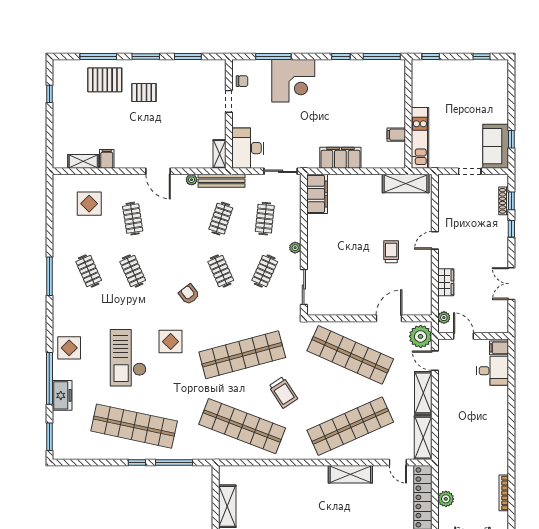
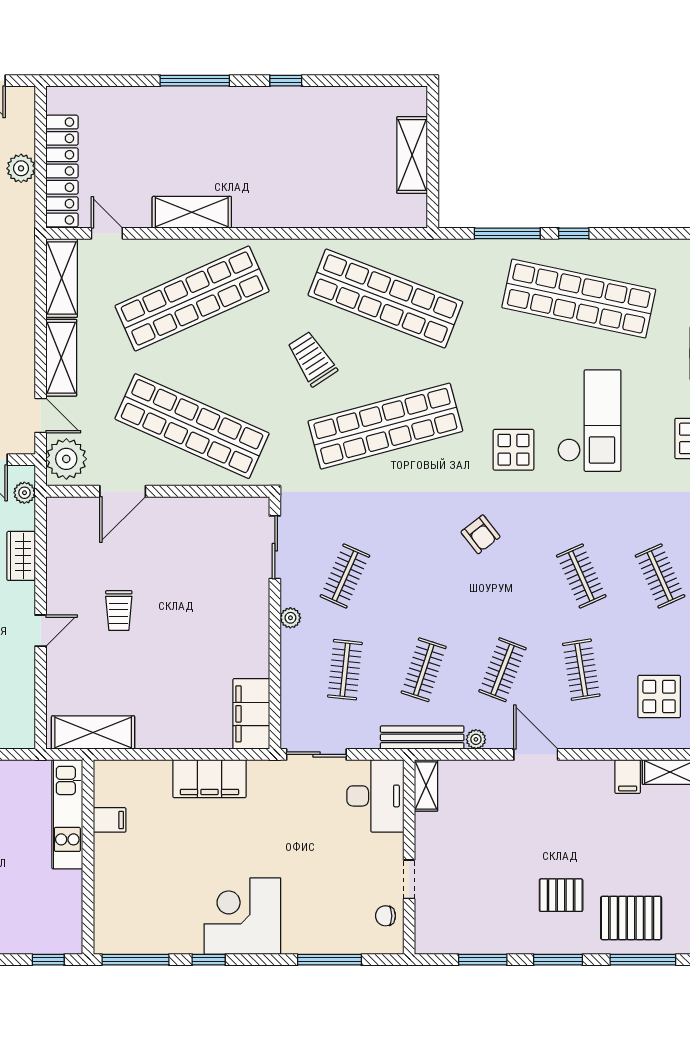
corner desk: (293, 81) -> (242, 916), moved
clothes rail: (221, 271) -> (503, 670), moved, turned 45

